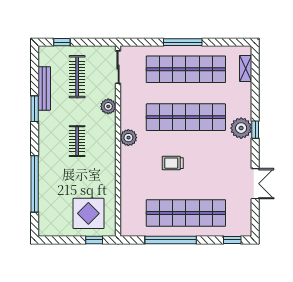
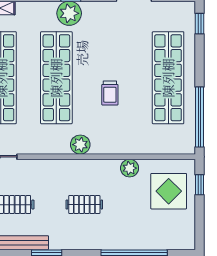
plant: (108, 106) -> (130, 168), moved
window: (171, 240) -> (200, 117), moved

